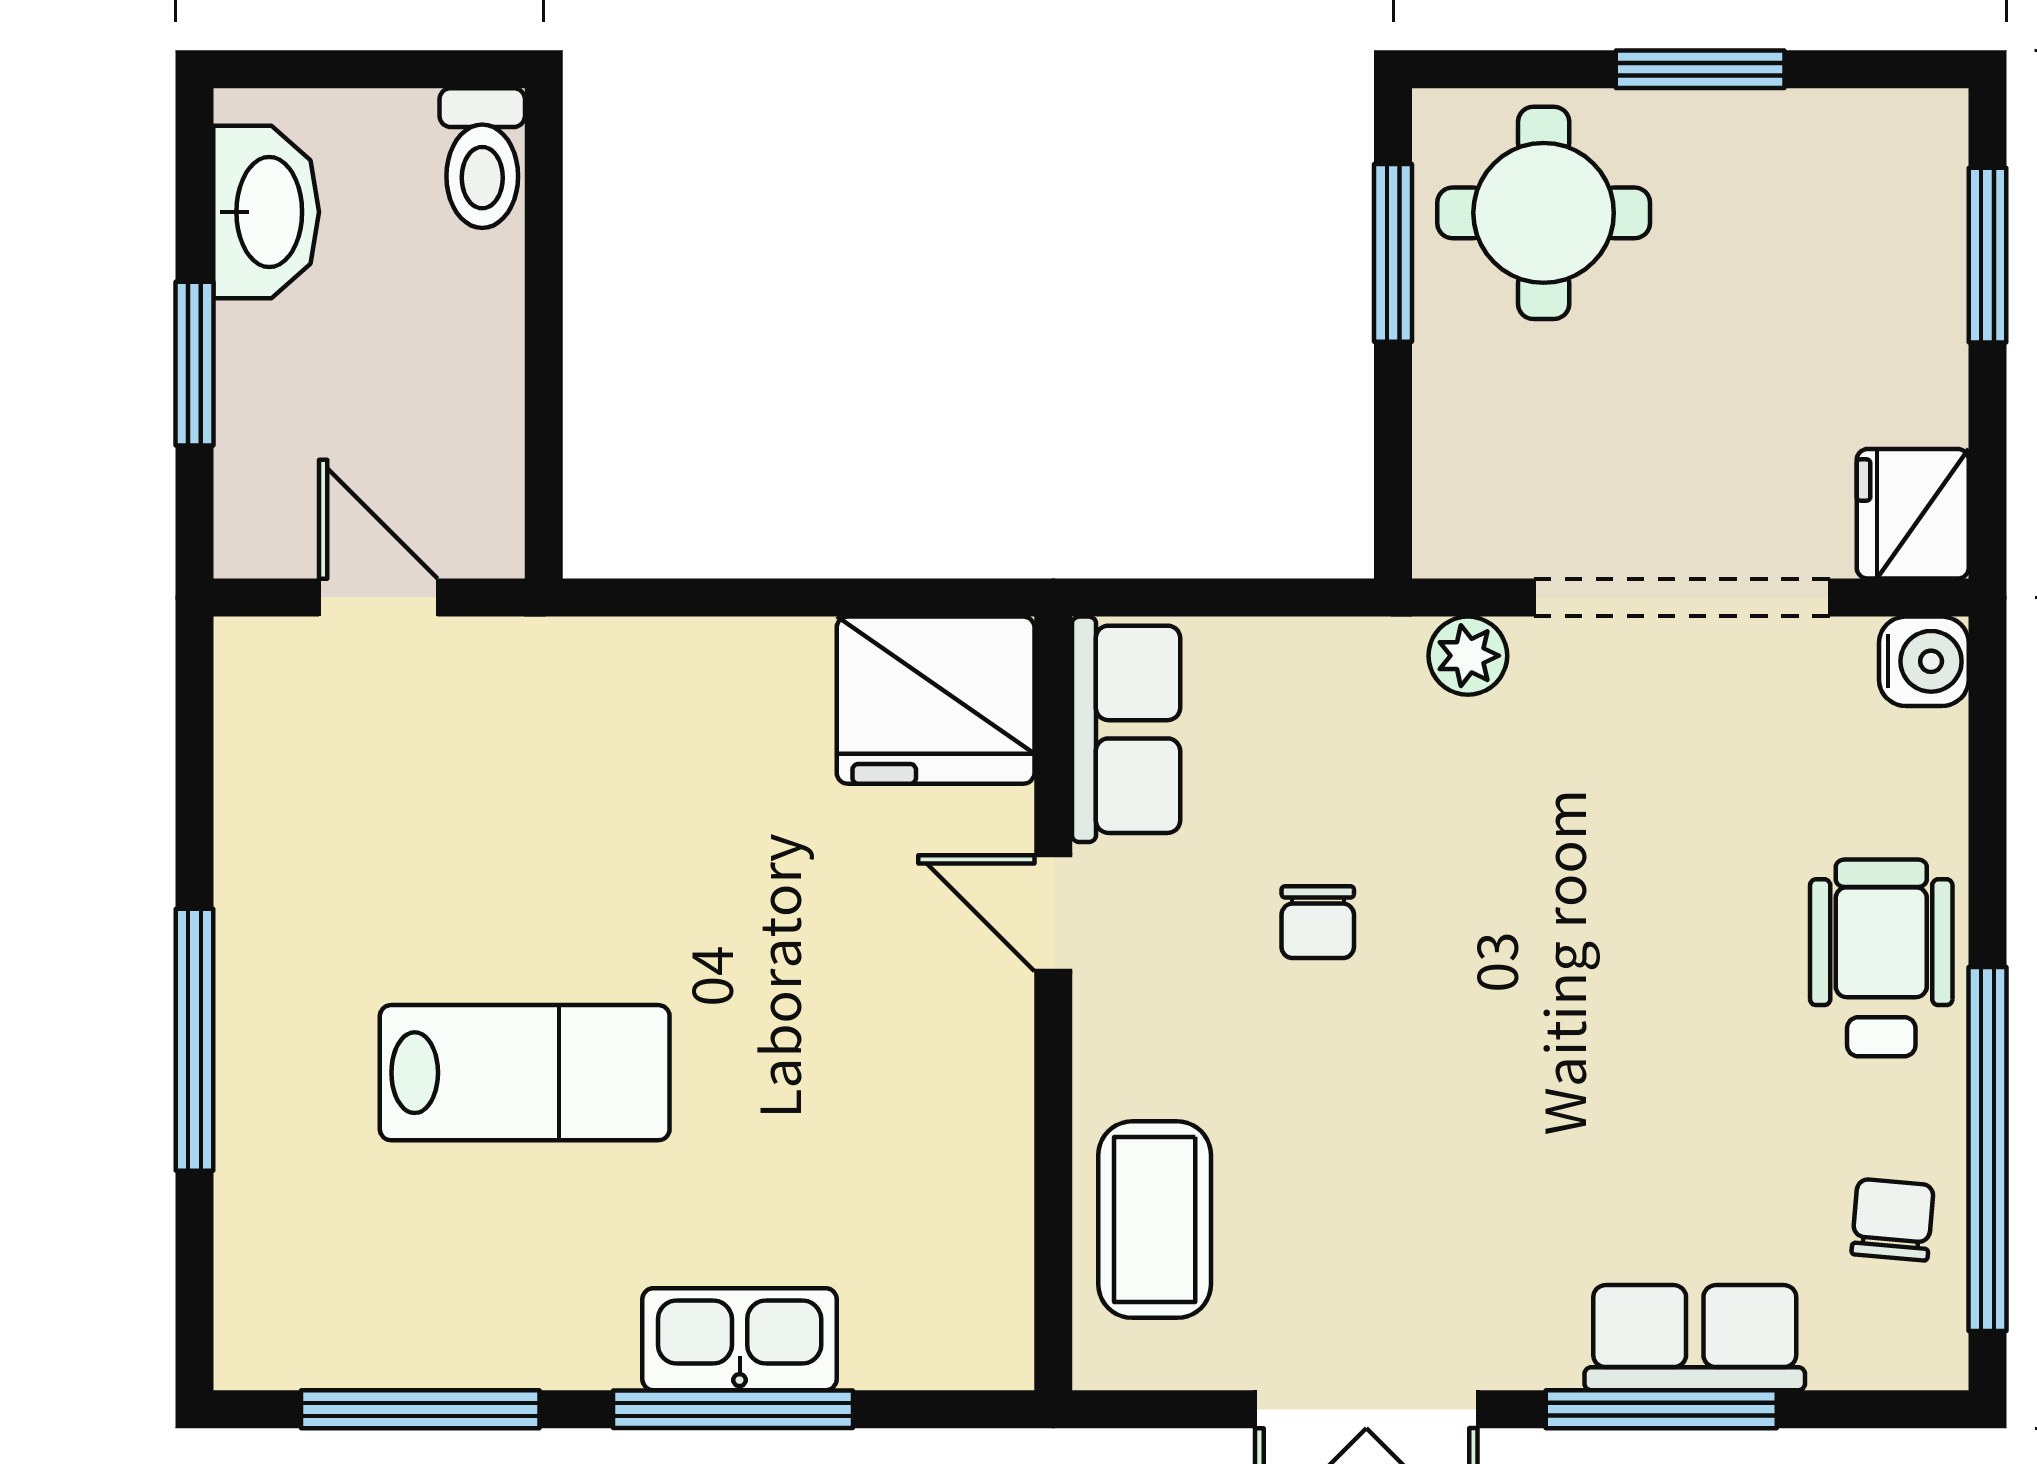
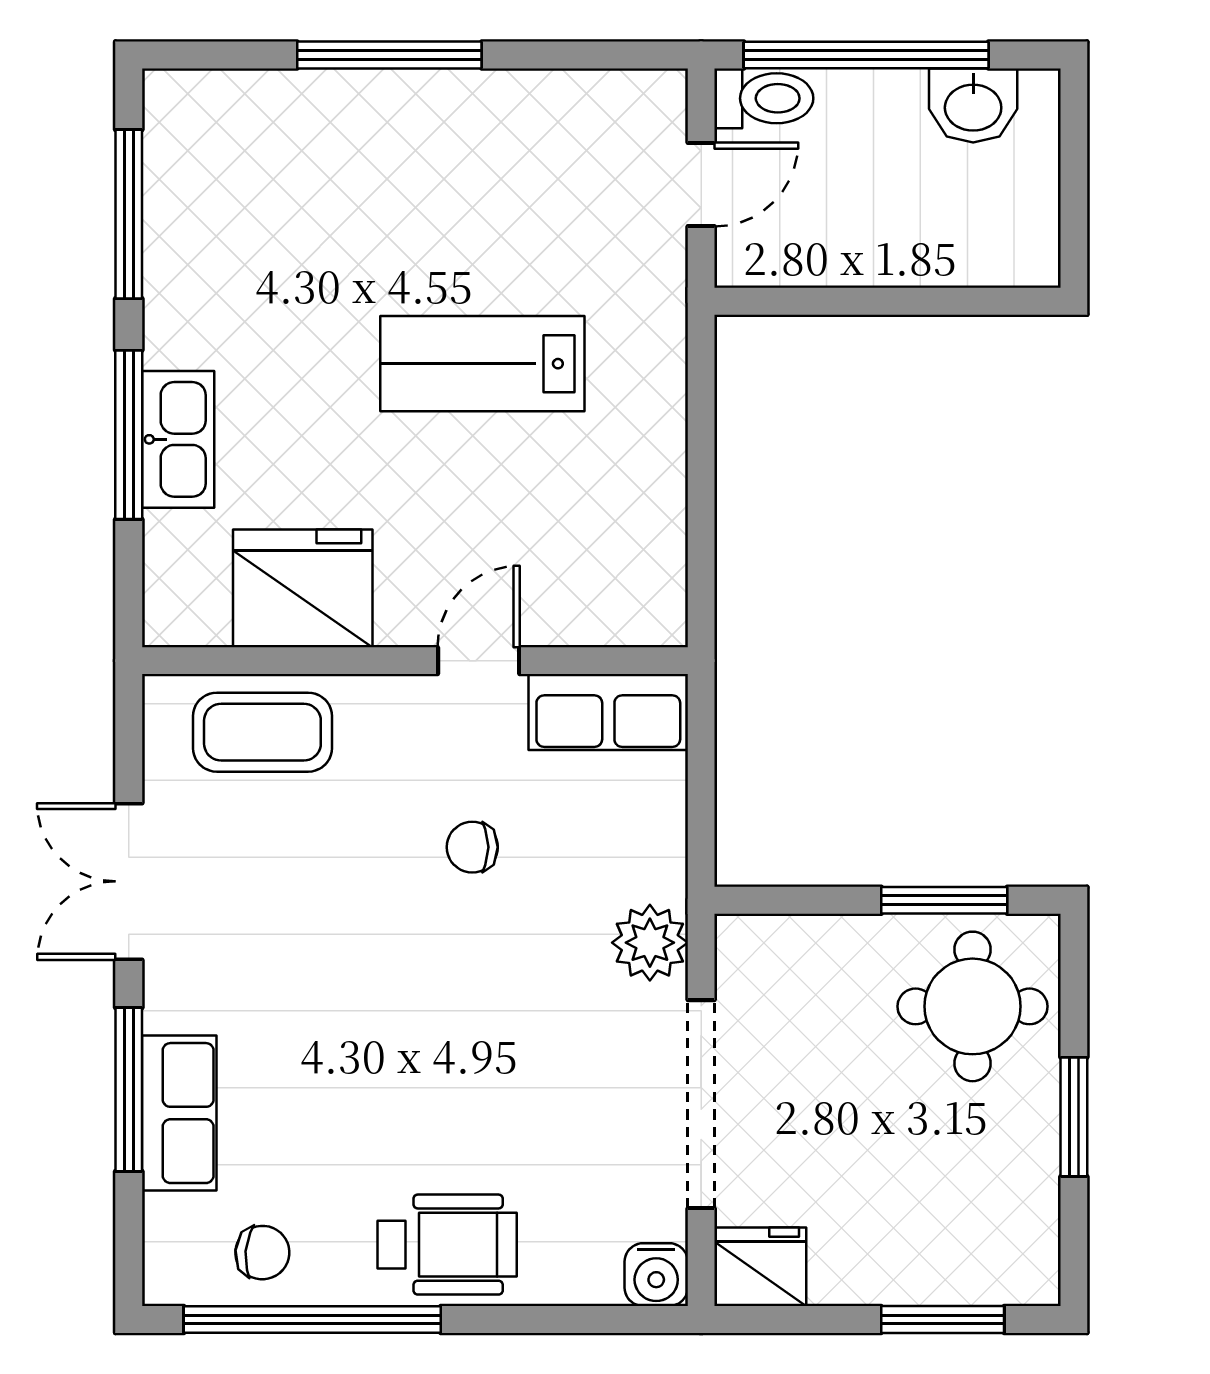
toilet: (482, 158) -> (764, 98), moved, turned 180
washbasin: (266, 212) -> (973, 105), width x0.72
window: (194, 364) -> (866, 55), width x2.11
plant: (1468, 656) -> (650, 943), width x1.38, depth x1.38
fridge: (936, 700) -> (303, 588), moved, turned 90
lab bench: (525, 1073) -> (482, 364), moved, turned 90

